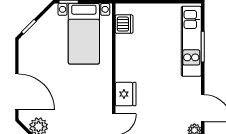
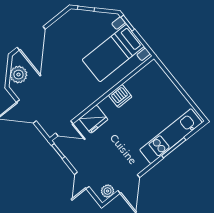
dishwasher: (124, 24) -> (120, 96), moved

